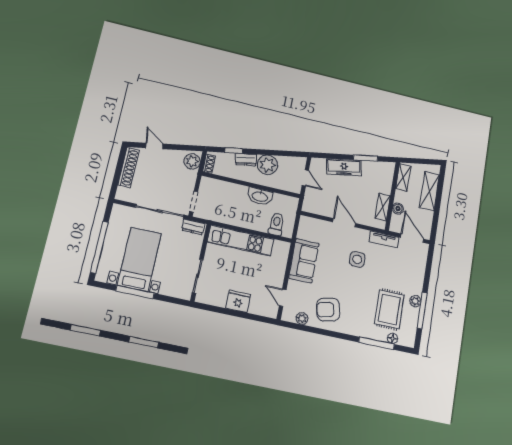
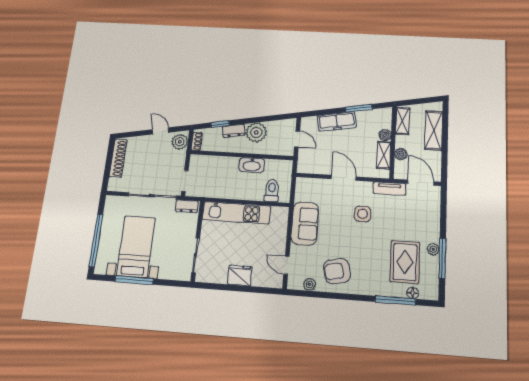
door: (154, 146) -> (160, 131), moved
boiler: (386, 188) -> (385, 135), added

